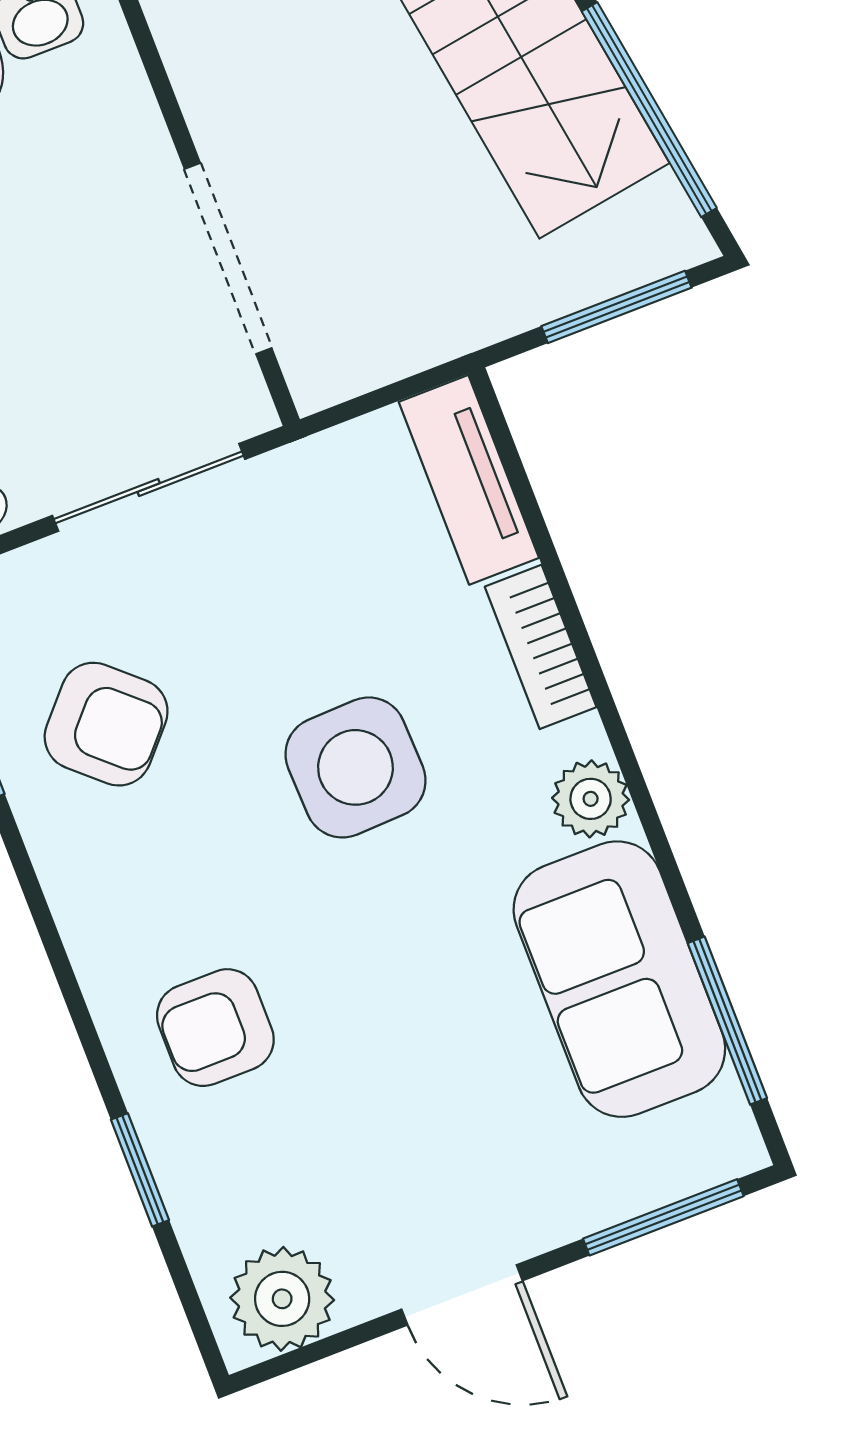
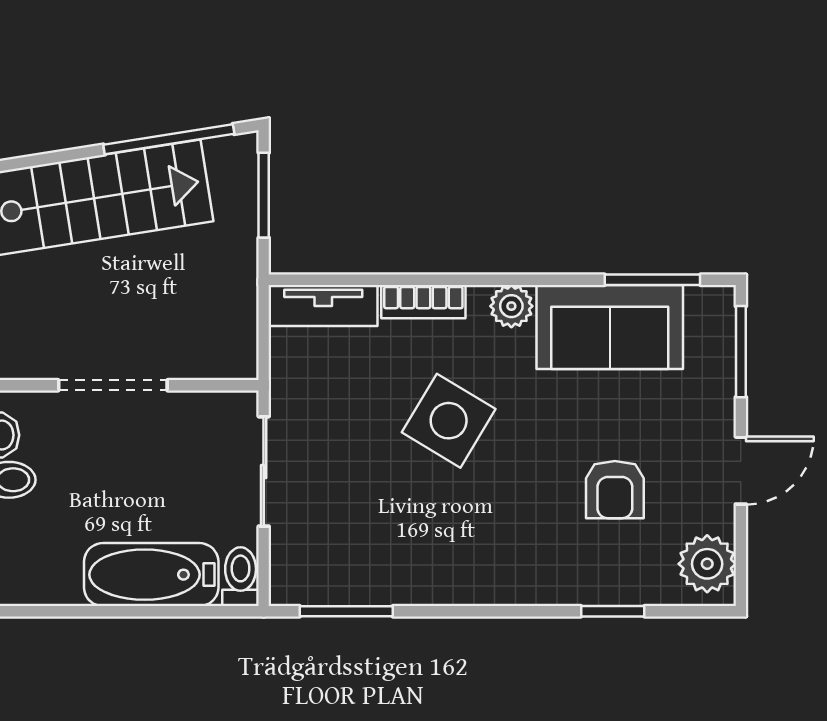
doorway: (228, 259) -> (113, 385), moved
armchair: (106, 724) -> (377, 540), removed
side table: (355, 767) -> (449, 421), turned 33
armchair: (215, 1028) -> (615, 490), moved

